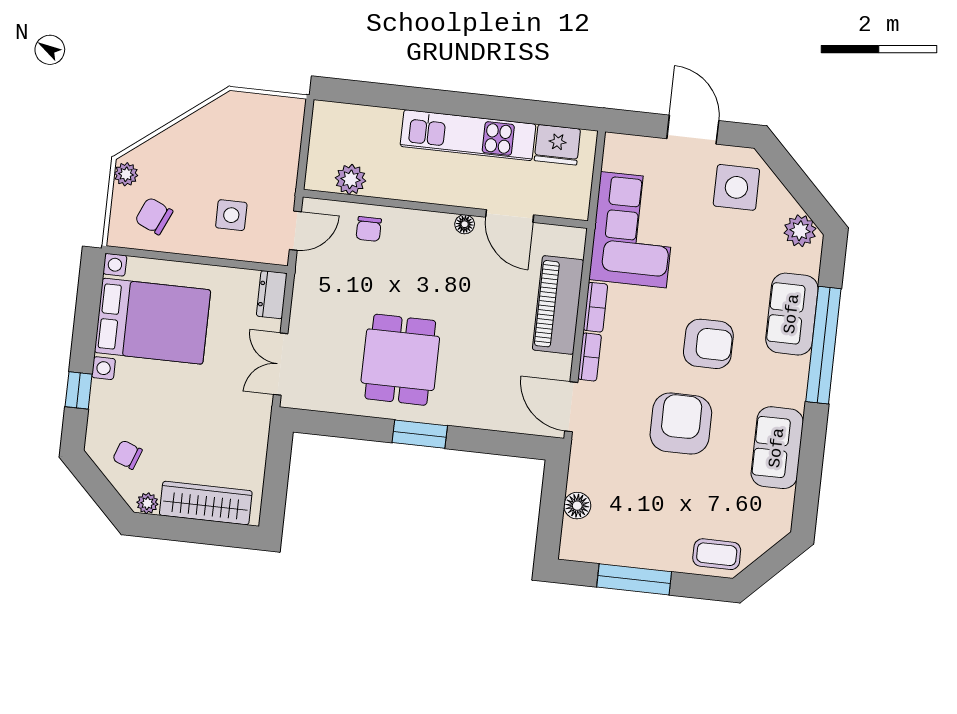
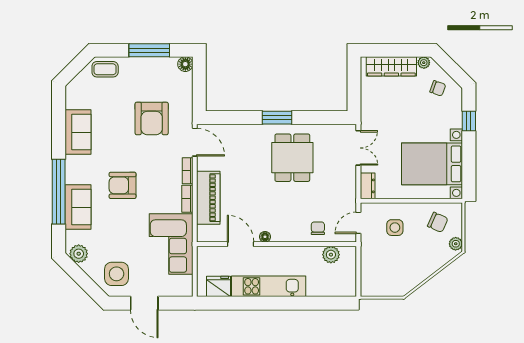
armchair: (681, 424) -> (152, 118), moved
floor lamp: (577, 506) -> (185, 64), moved

